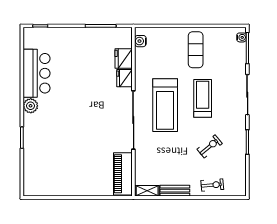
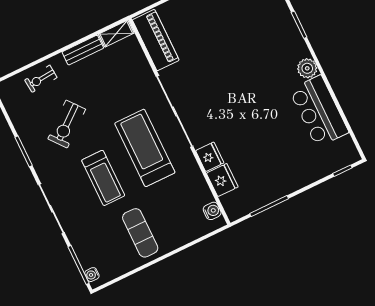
exercise bike: (210, 146) -> (67, 124), width x1.38, depth x1.39

